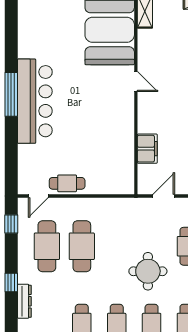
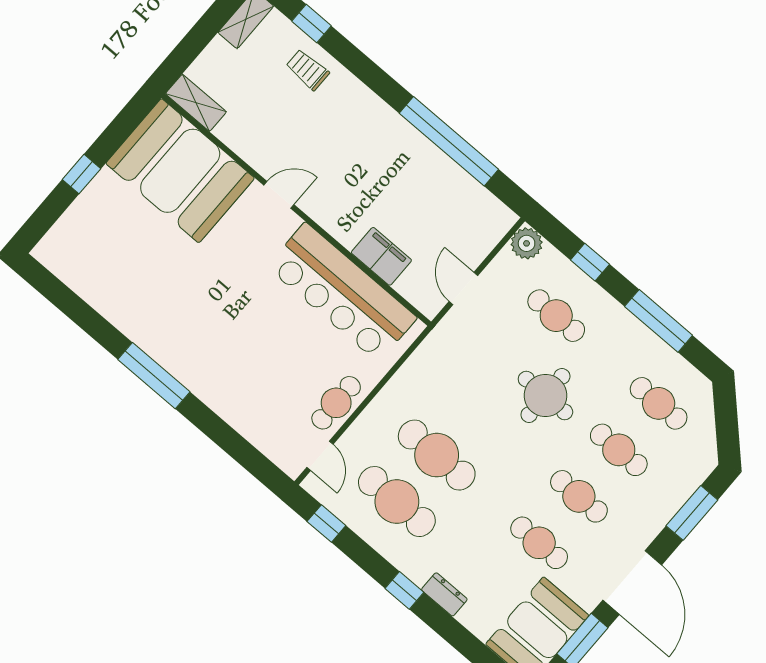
bar counter: (35, 101) -> (342, 292), moved, turned 180
dresser: (24, 301) -> (444, 594), width x0.70

